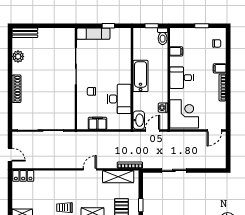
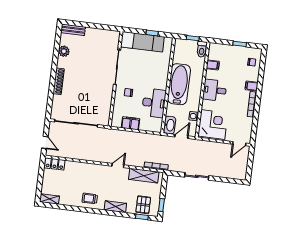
exam couch: (93, 34) -> (142, 42), width x1.36, depth x1.45
bathtub: (141, 76) -> (179, 84), width x1.36, depth x1.36

